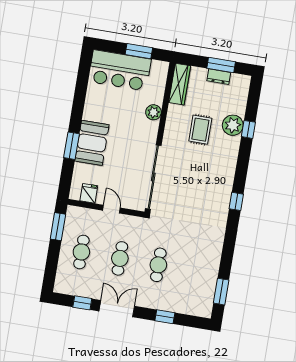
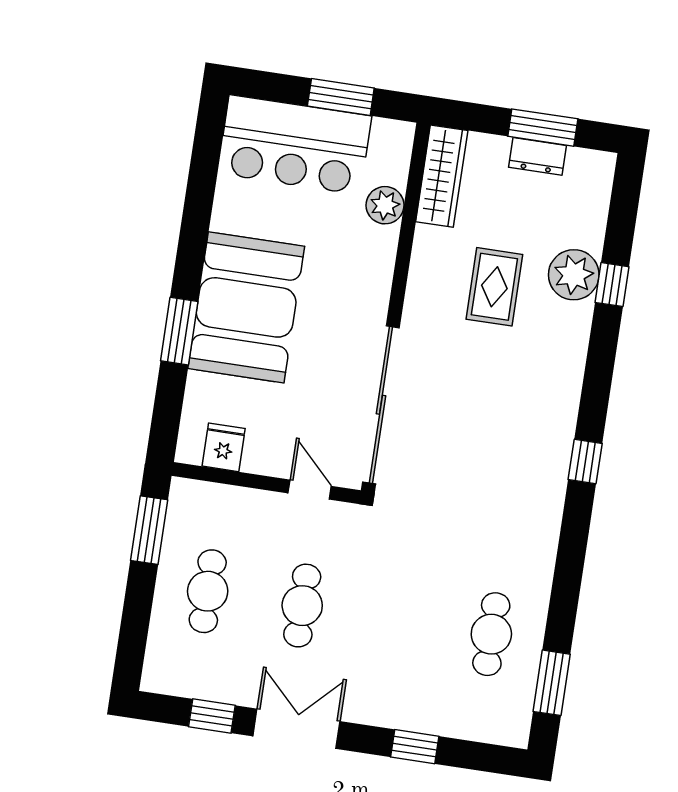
plant: (153, 112) -> (385, 205), moved
booth: (92, 143) -> (246, 307), width x1.36, depth x1.42
door: (111, 209) -> (310, 490), moved
cafe table: (158, 265) -> (491, 634), moved

